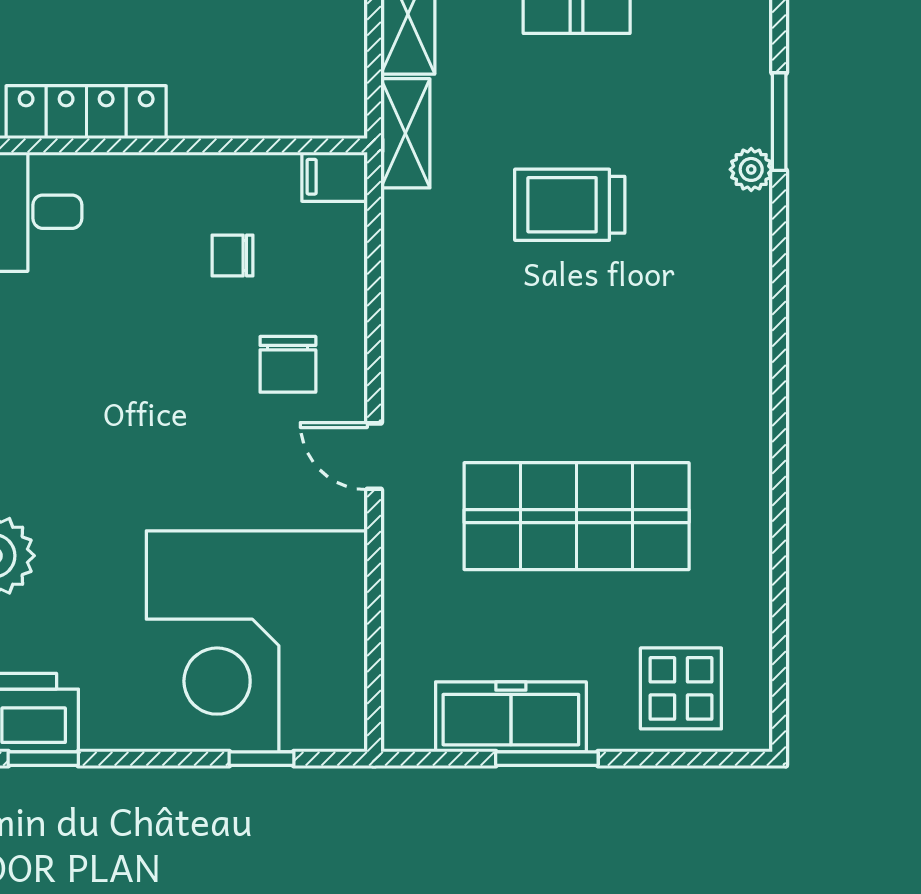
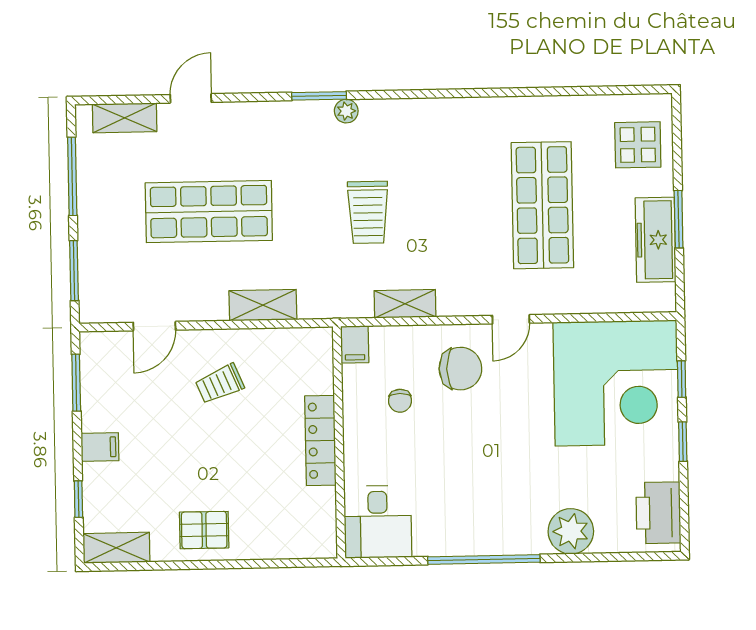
locker: (86, 112) -> (320, 441), moved
shelving: (405, 133) -> (405, 304), moved
chair: (288, 364) -> (460, 369), width x1.37, depth x1.37
window: (43, 759) -> (683, 442), moved

